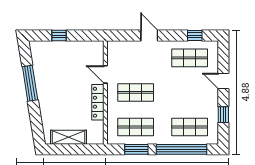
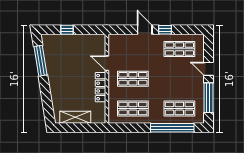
window: (195, 35) -> (165, 30), moved
window: (30, 83) -> (40, 61), moved
window: (223, 115) -> (208, 98), width x2.17
window: (136, 149) -> (134, 128), removed

